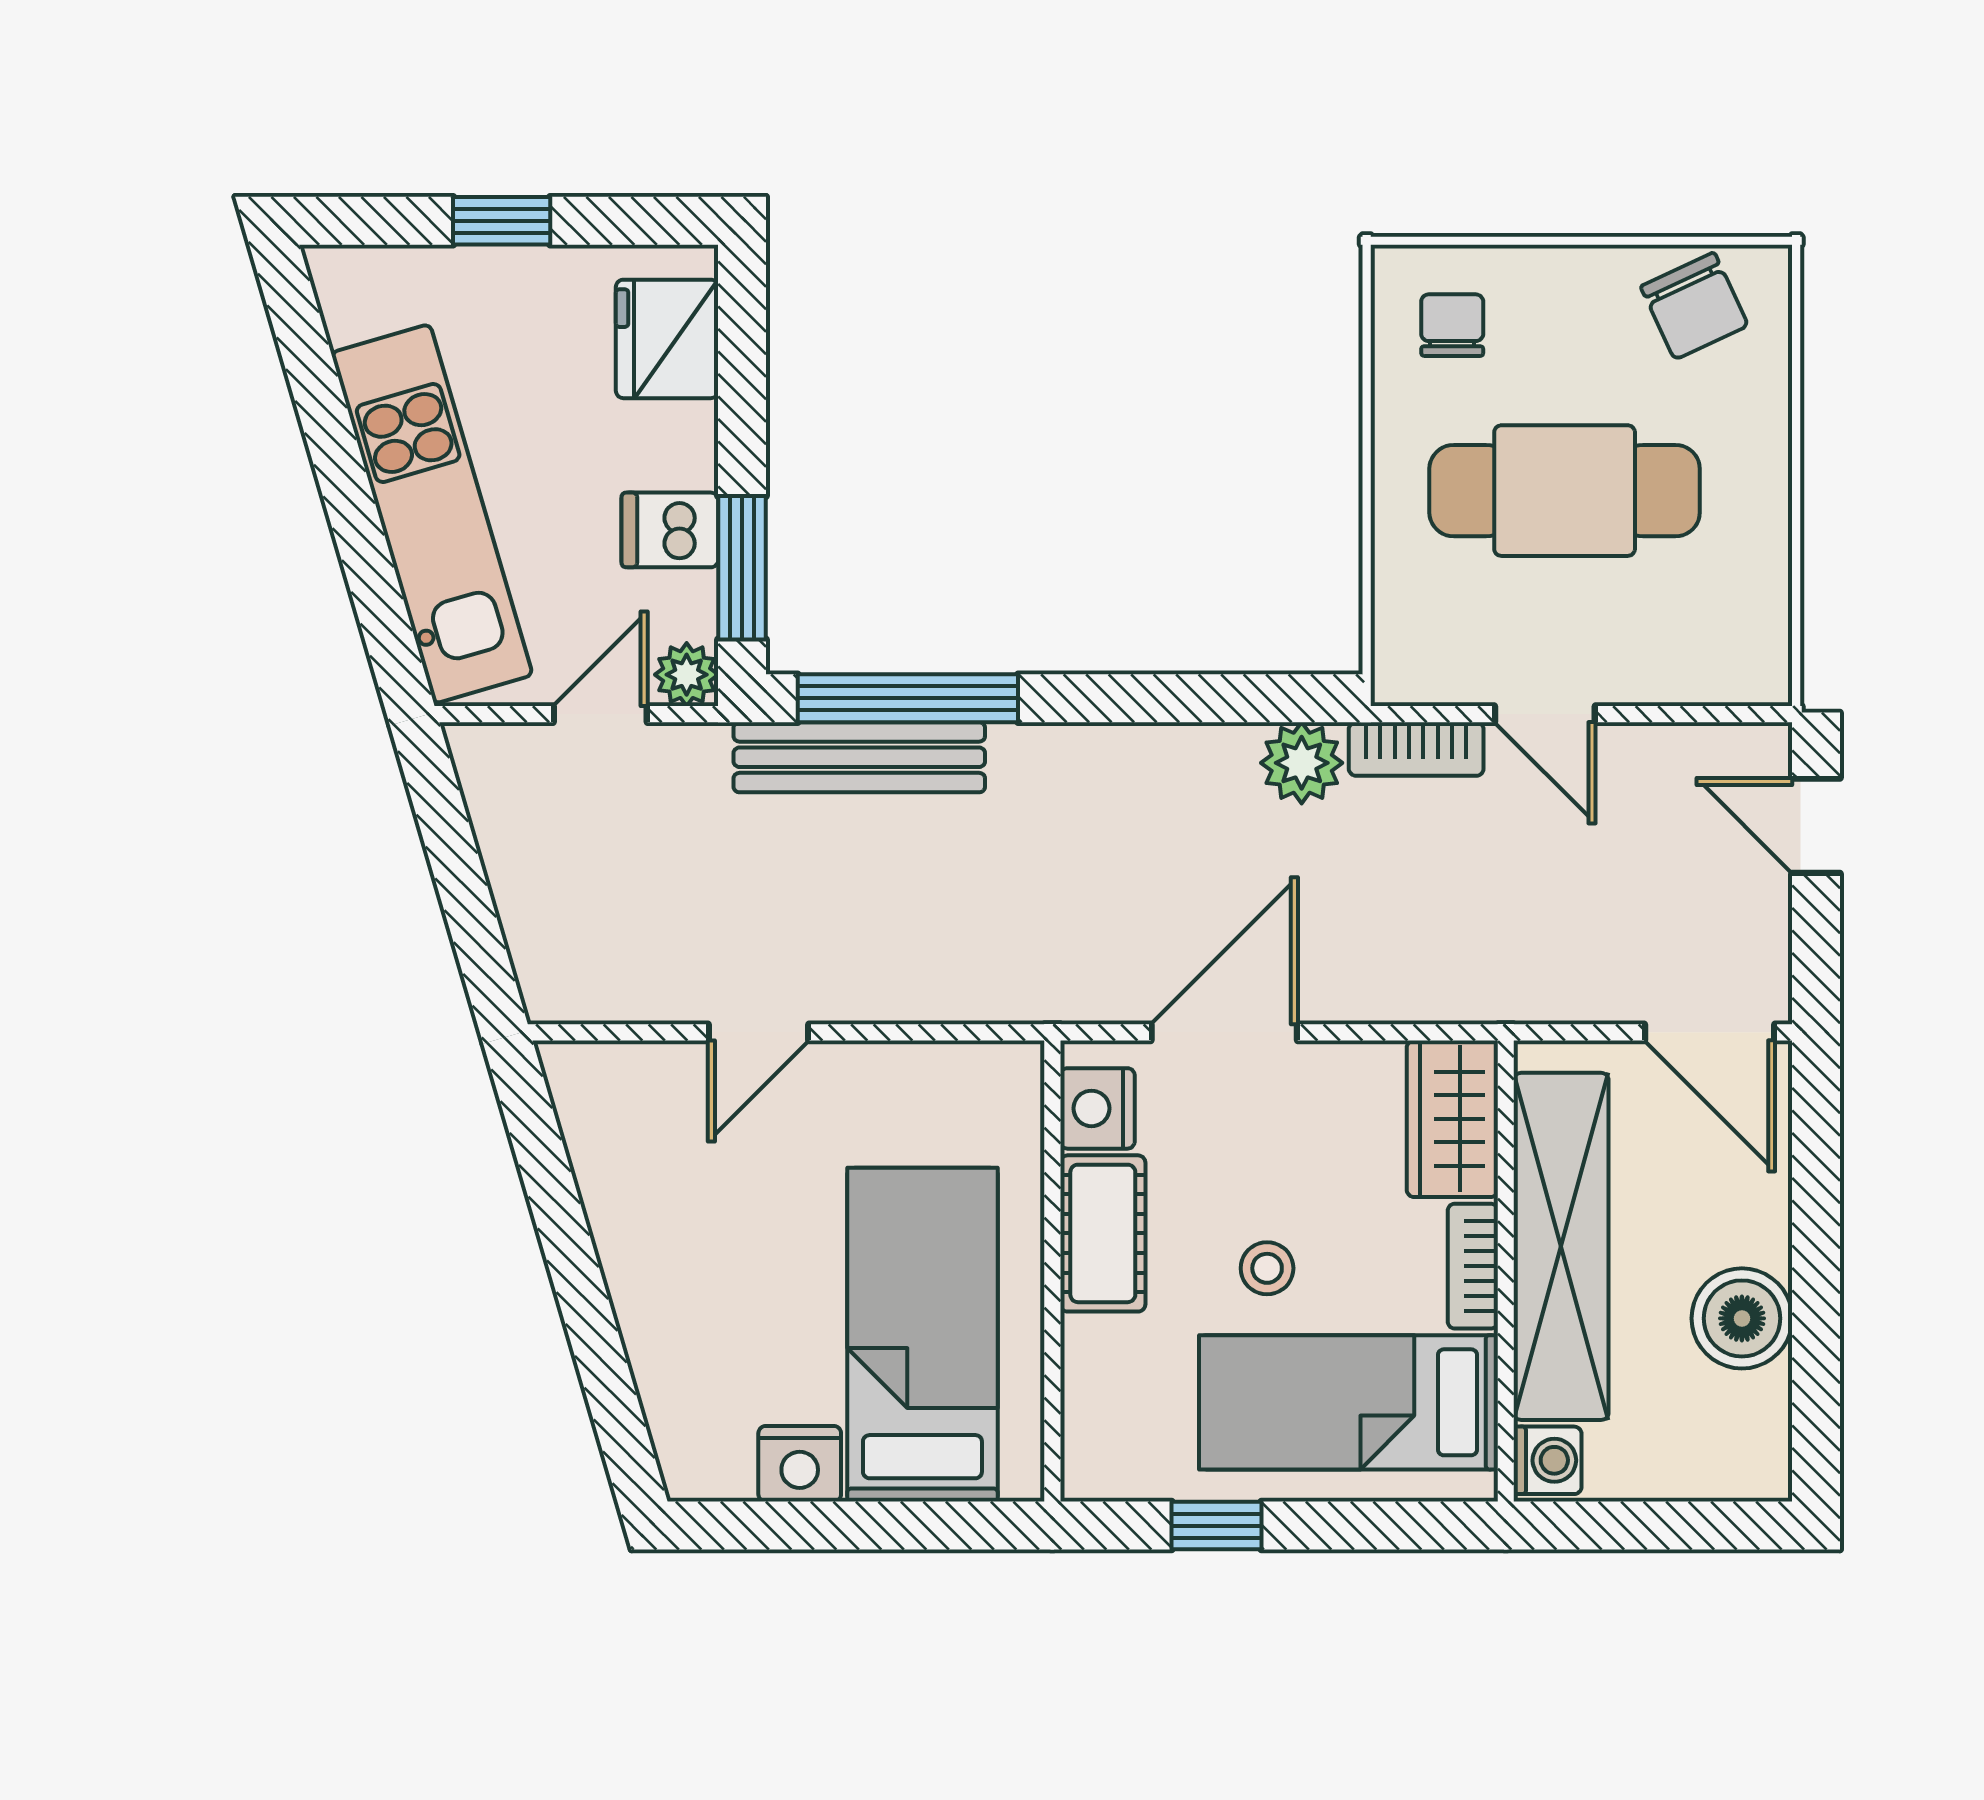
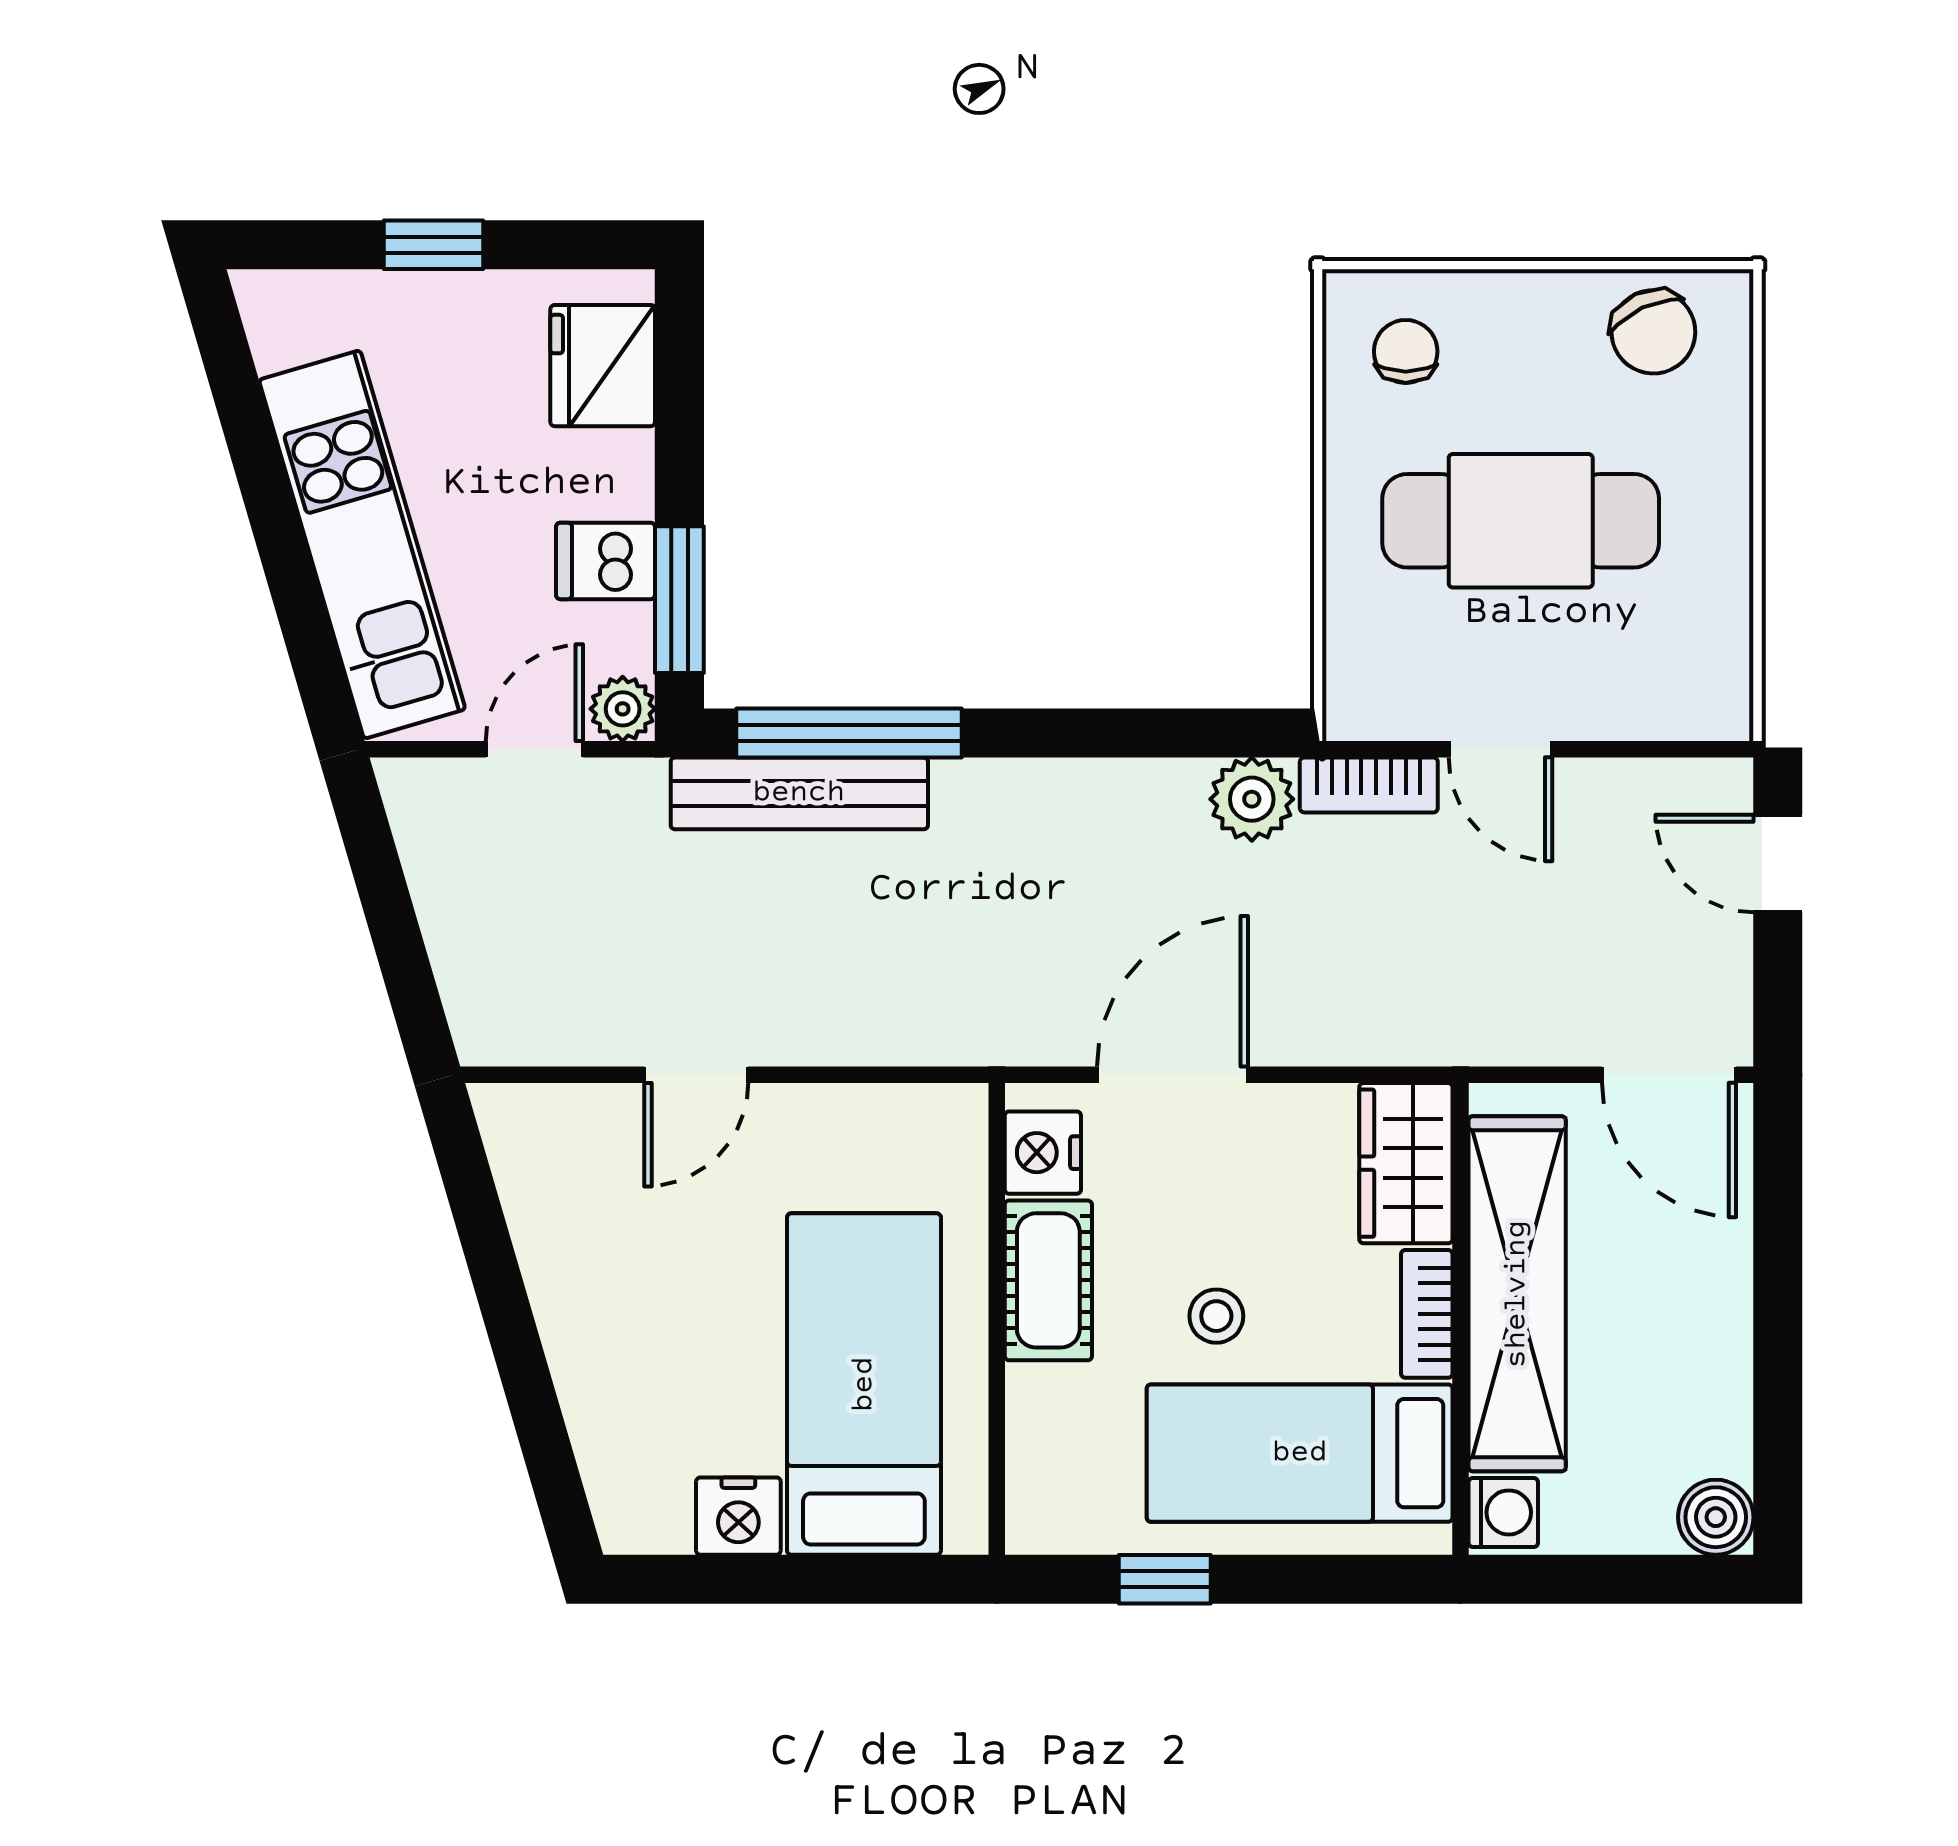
boiler: (1742, 1318) -> (1716, 1517), moved, width x0.73, depth x0.73

